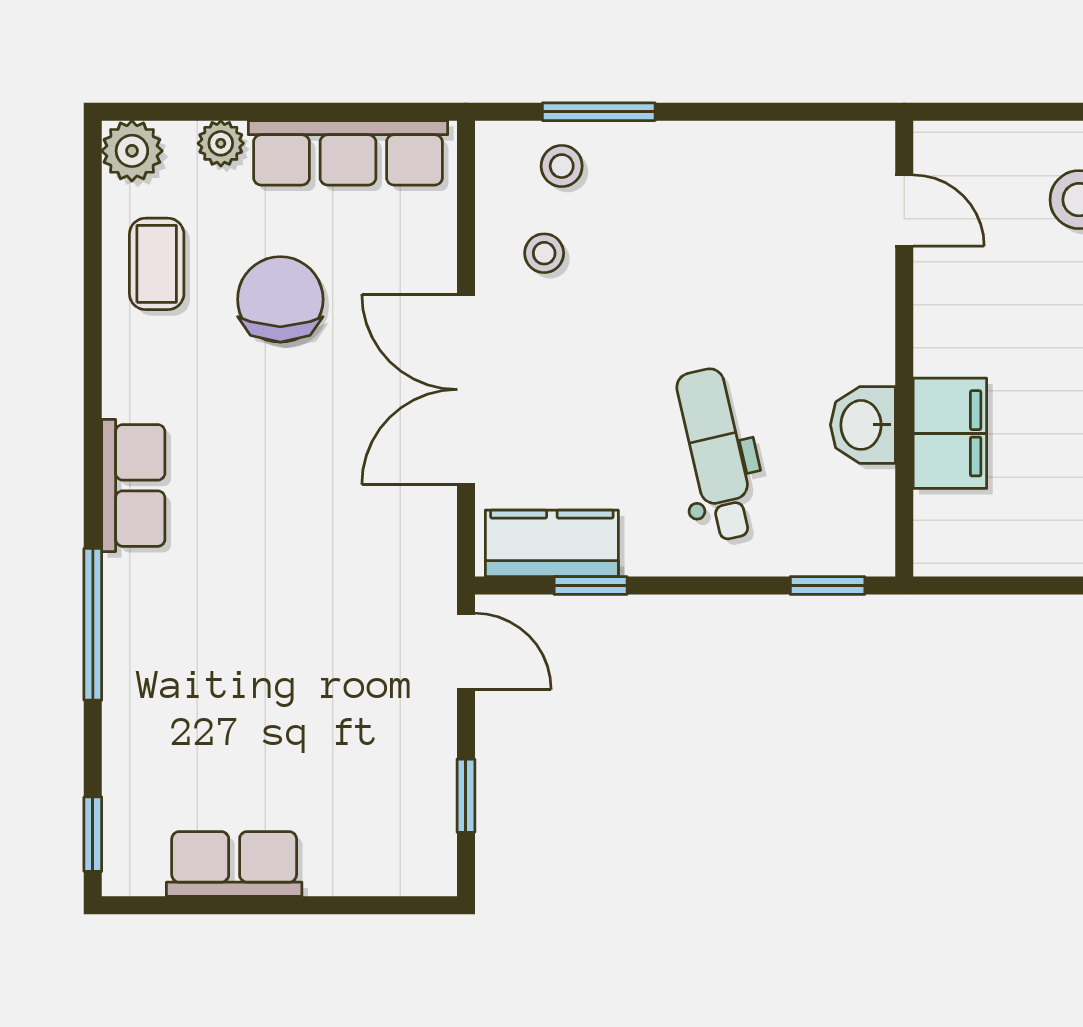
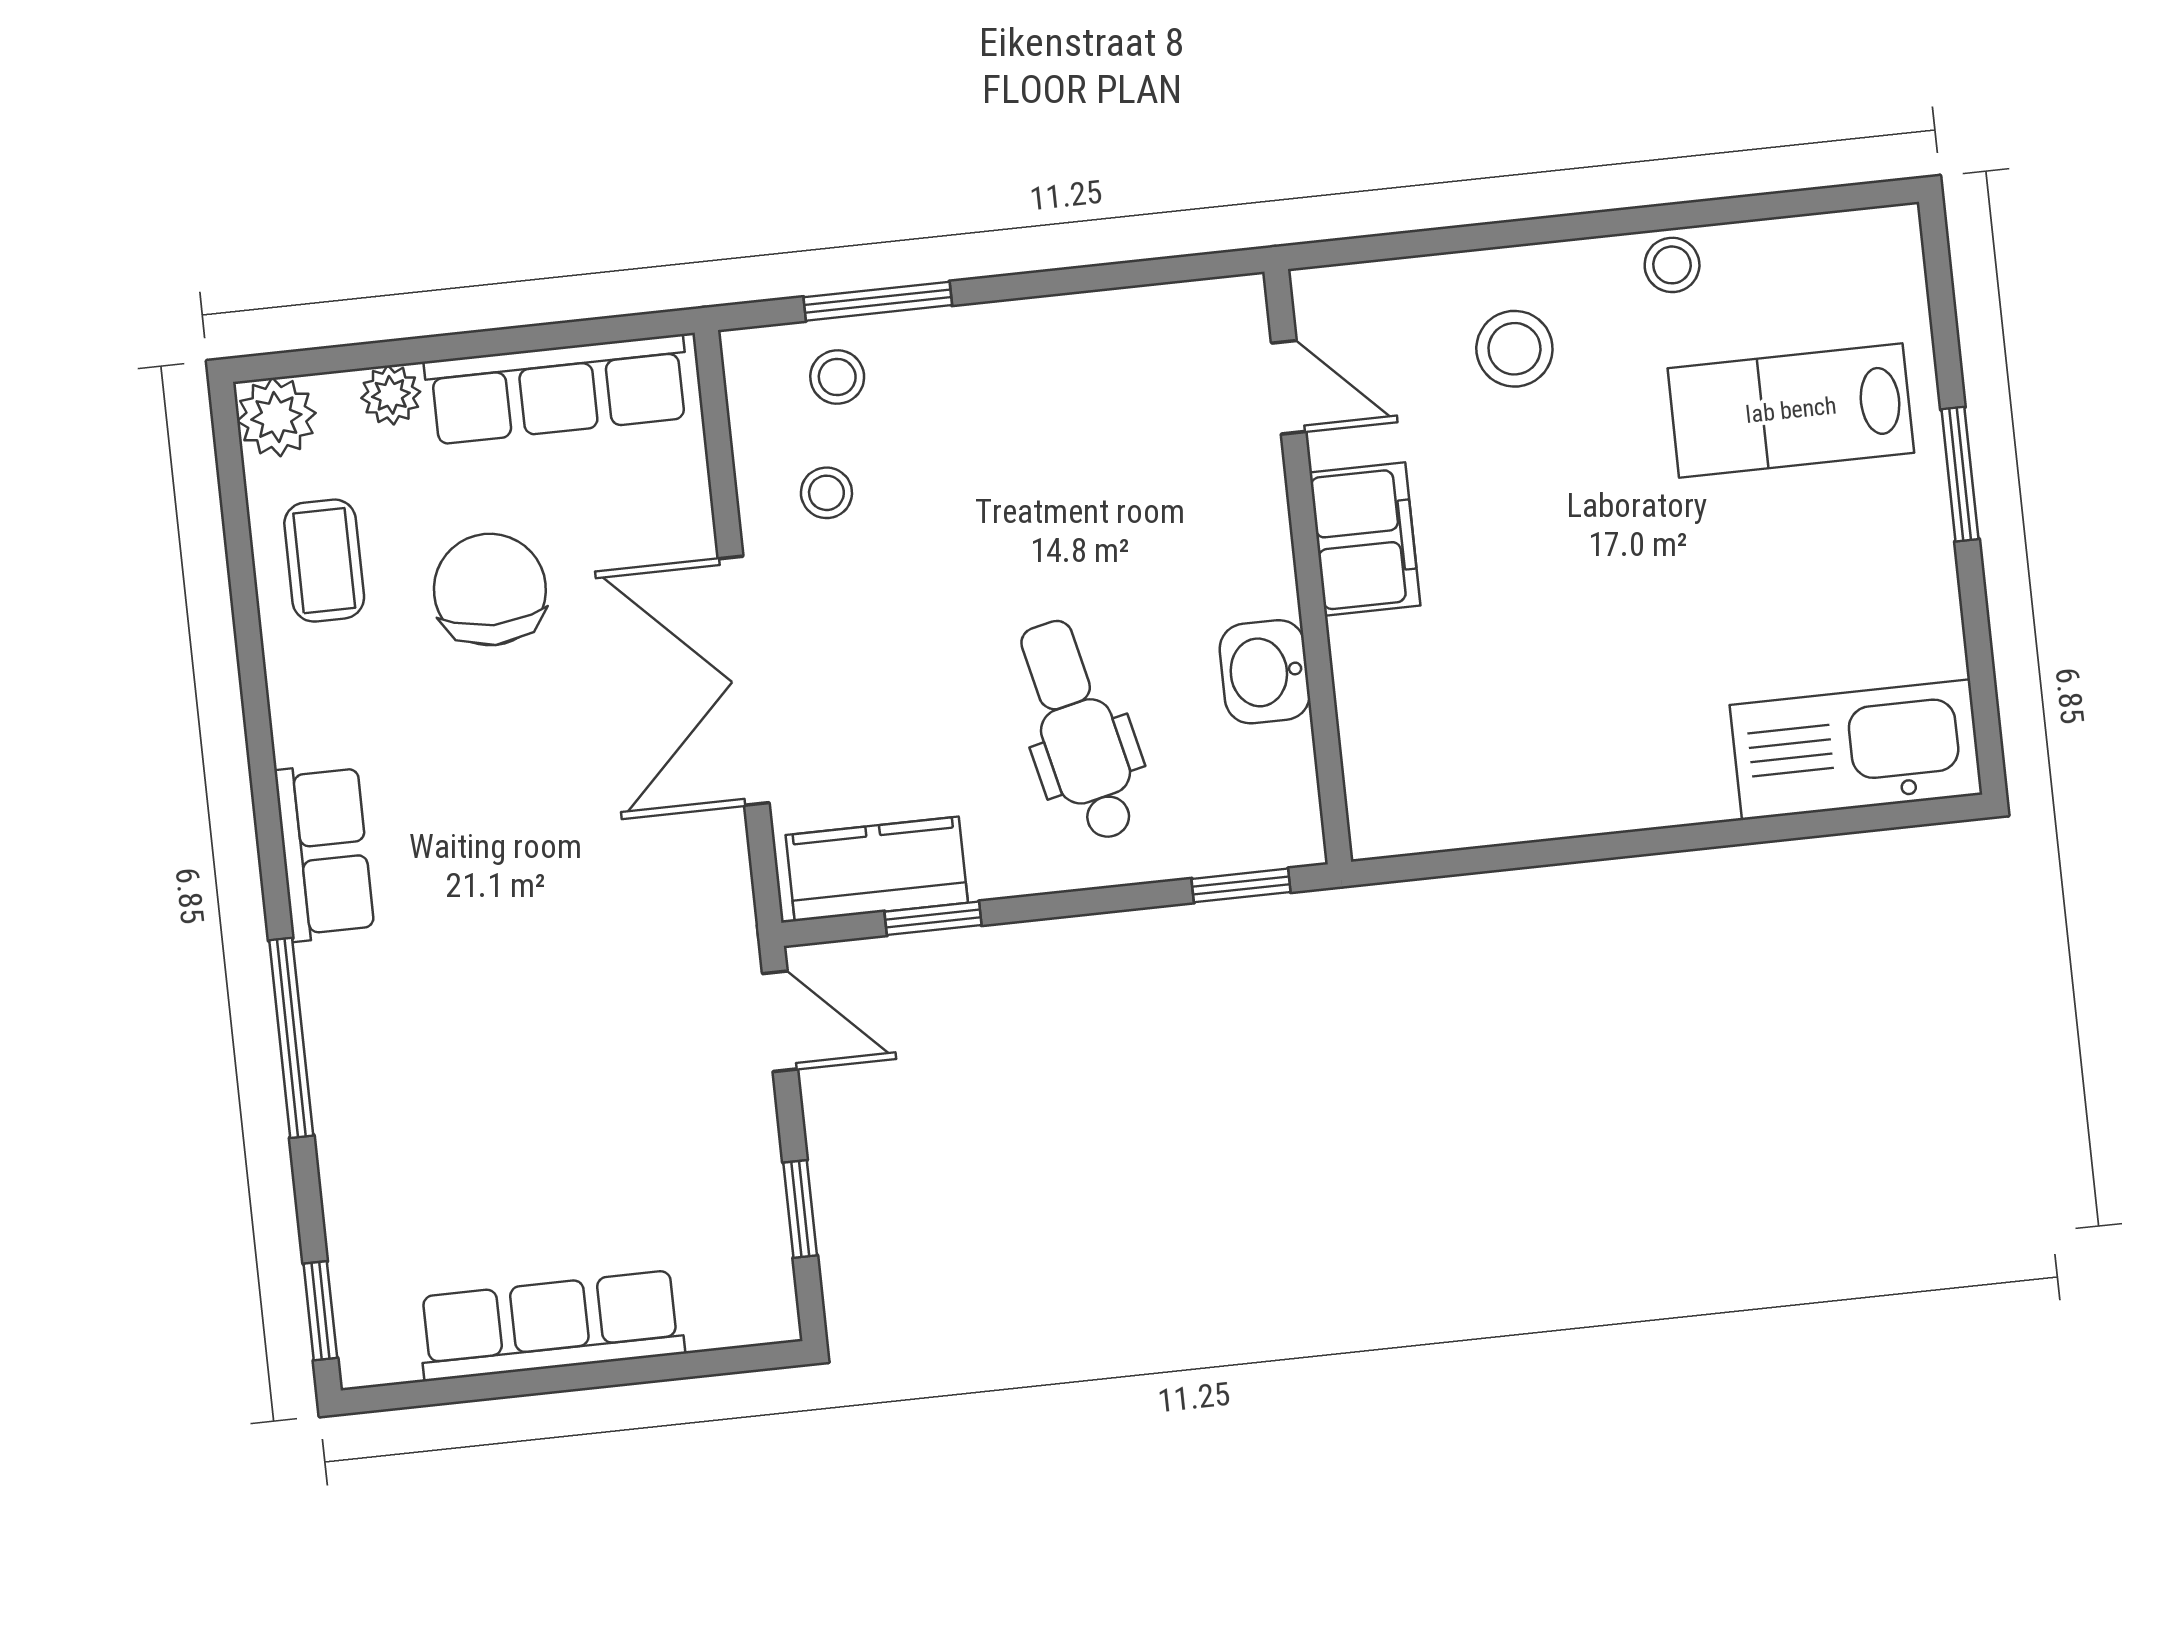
filing cabinet: (950, 433) -> (1365, 539), moved
row of seats: (234, 864) -> (550, 1325), width x1.48

